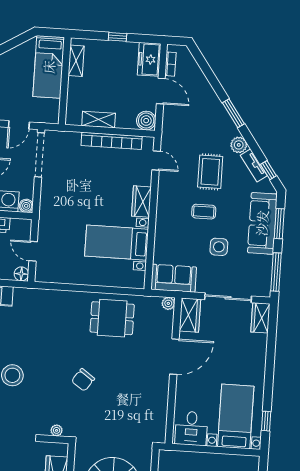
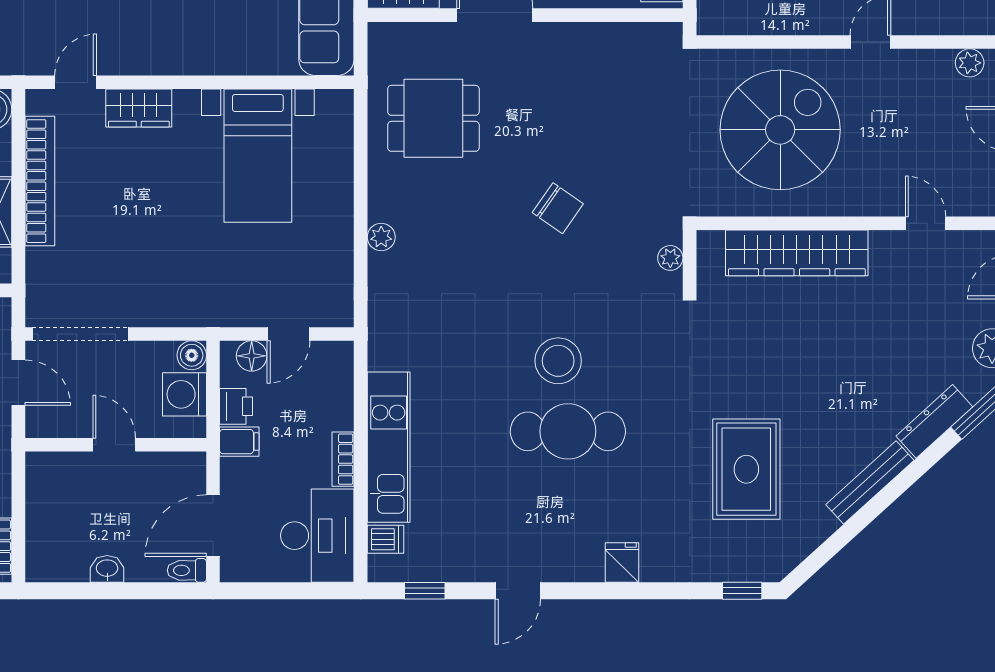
wardrobe: (141, 202) -> (139, 108), moved
floor lamp: (21, 274) -> (252, 356), moved
plant: (168, 303) -> (381, 237), moved
dining table: (112, 318) -> (433, 118), moved, turned 90

